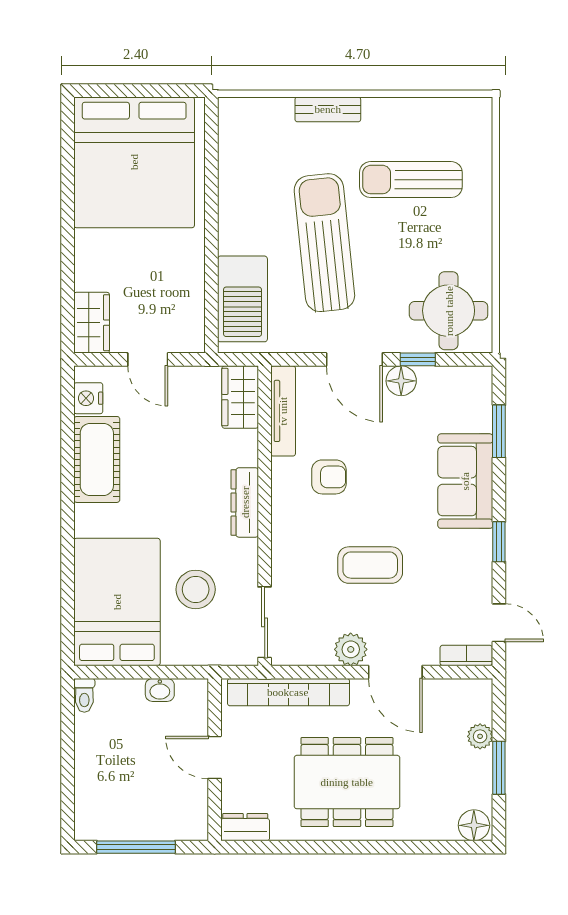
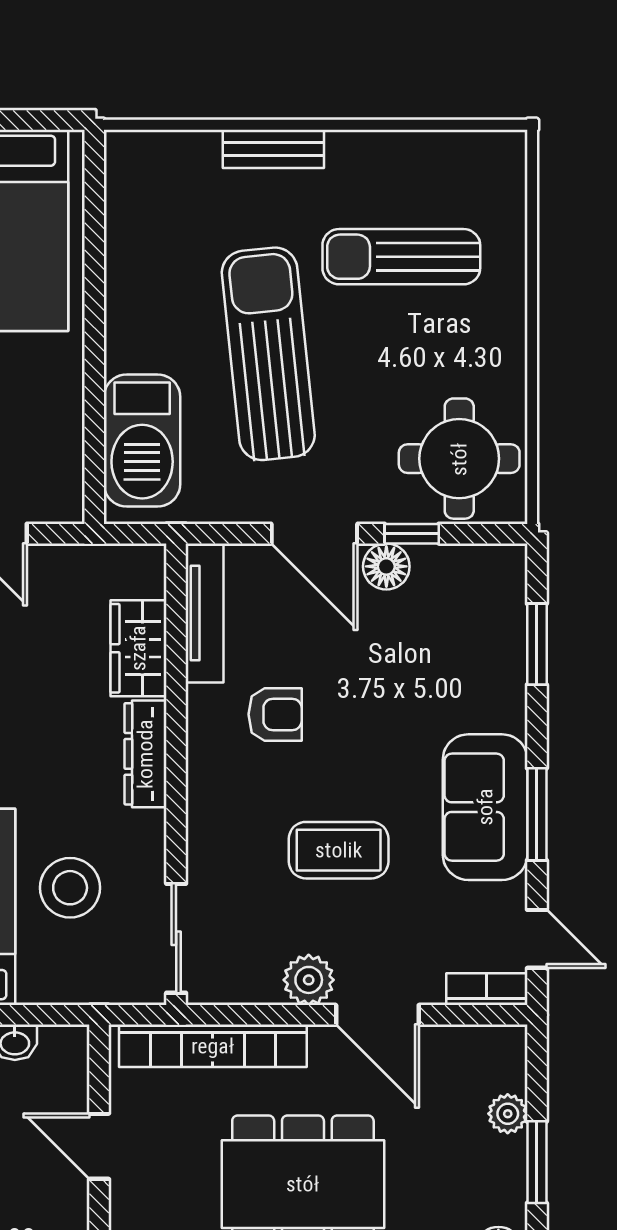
wardrobe: (240, 397) -> (138, 648), moved
sofa: (465, 481) -> (485, 807), moved
window: (499, 542) -> (537, 814), width x1.50

